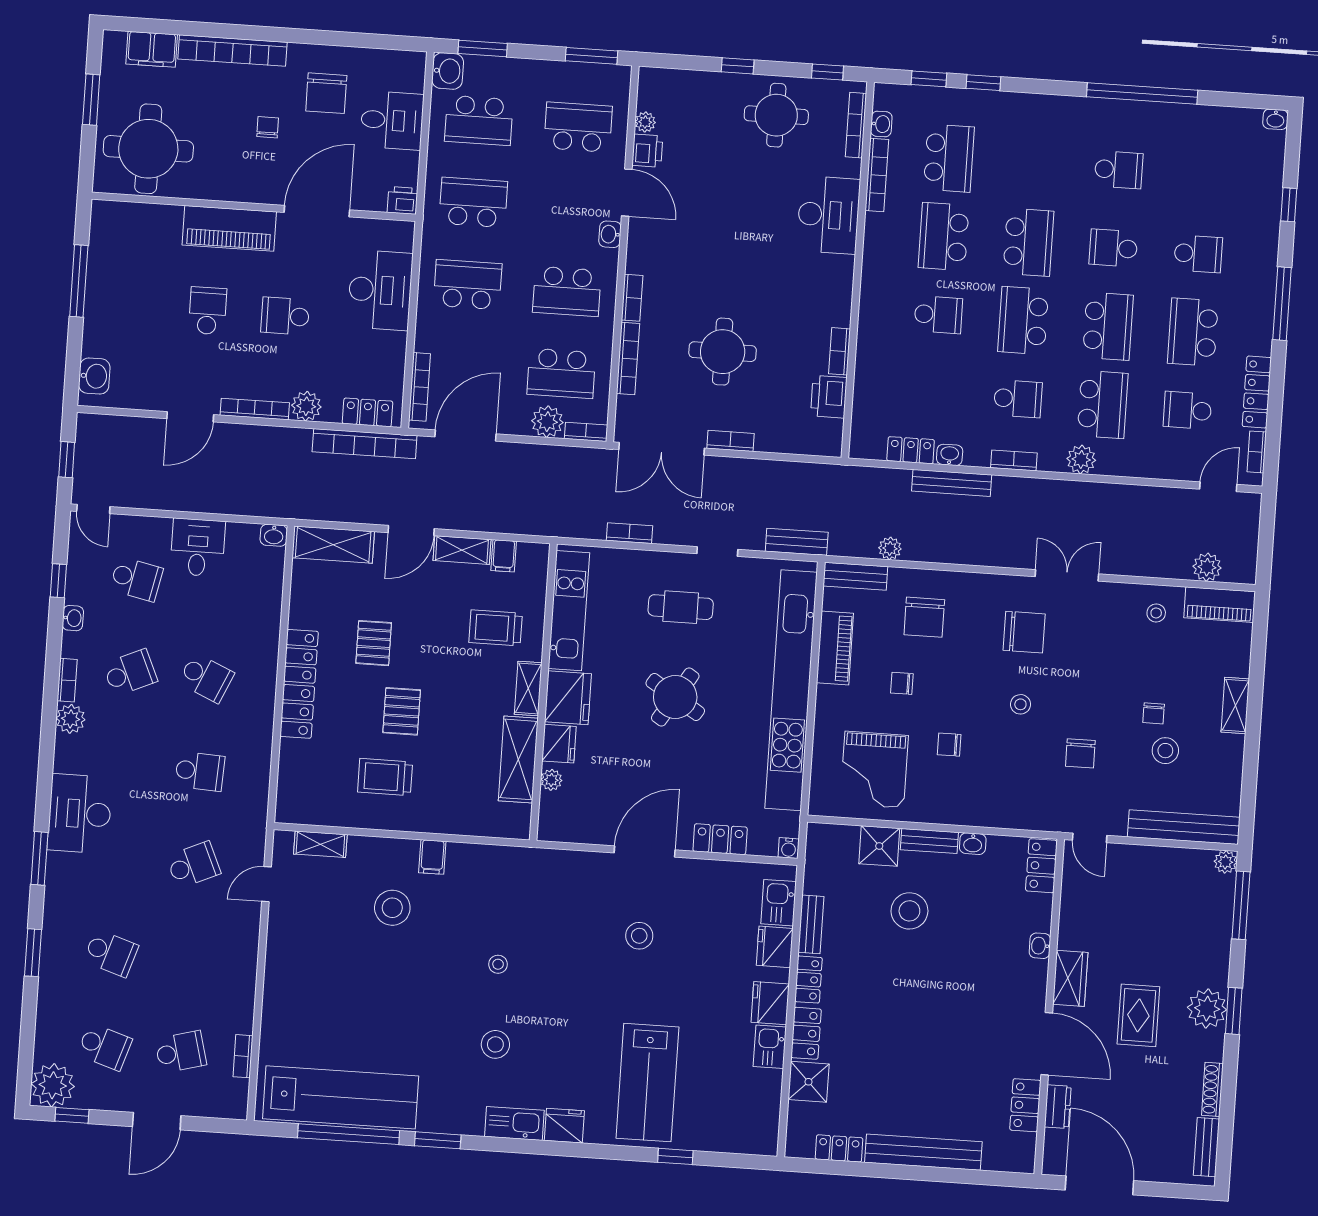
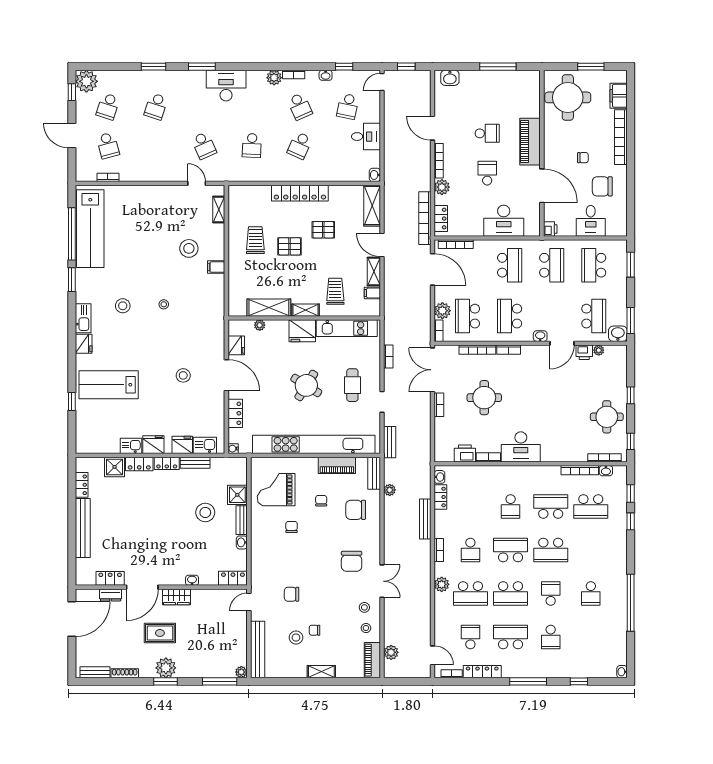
washbasin: (448, 71) -> (618, 334), moved, turned 180
desk: (828, 215) -> (521, 447), moved
washbasin: (950, 455) -> (439, 477), moved
stool: (1020, 704) -> (364, 607), moved
fridge: (559, 744) -> (236, 345), moved, turned -90

